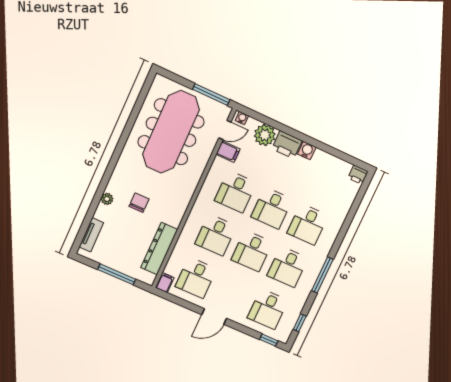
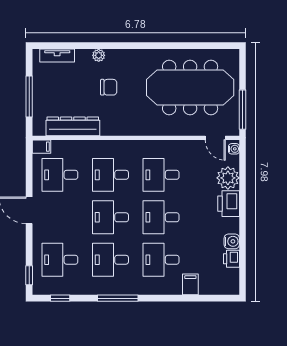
water cooler: (307, 151) -> (232, 241), moved
filing cabinet: (228, 152) -> (190, 284), moved, turned 180
printer: (358, 175) -> (231, 259), moved

